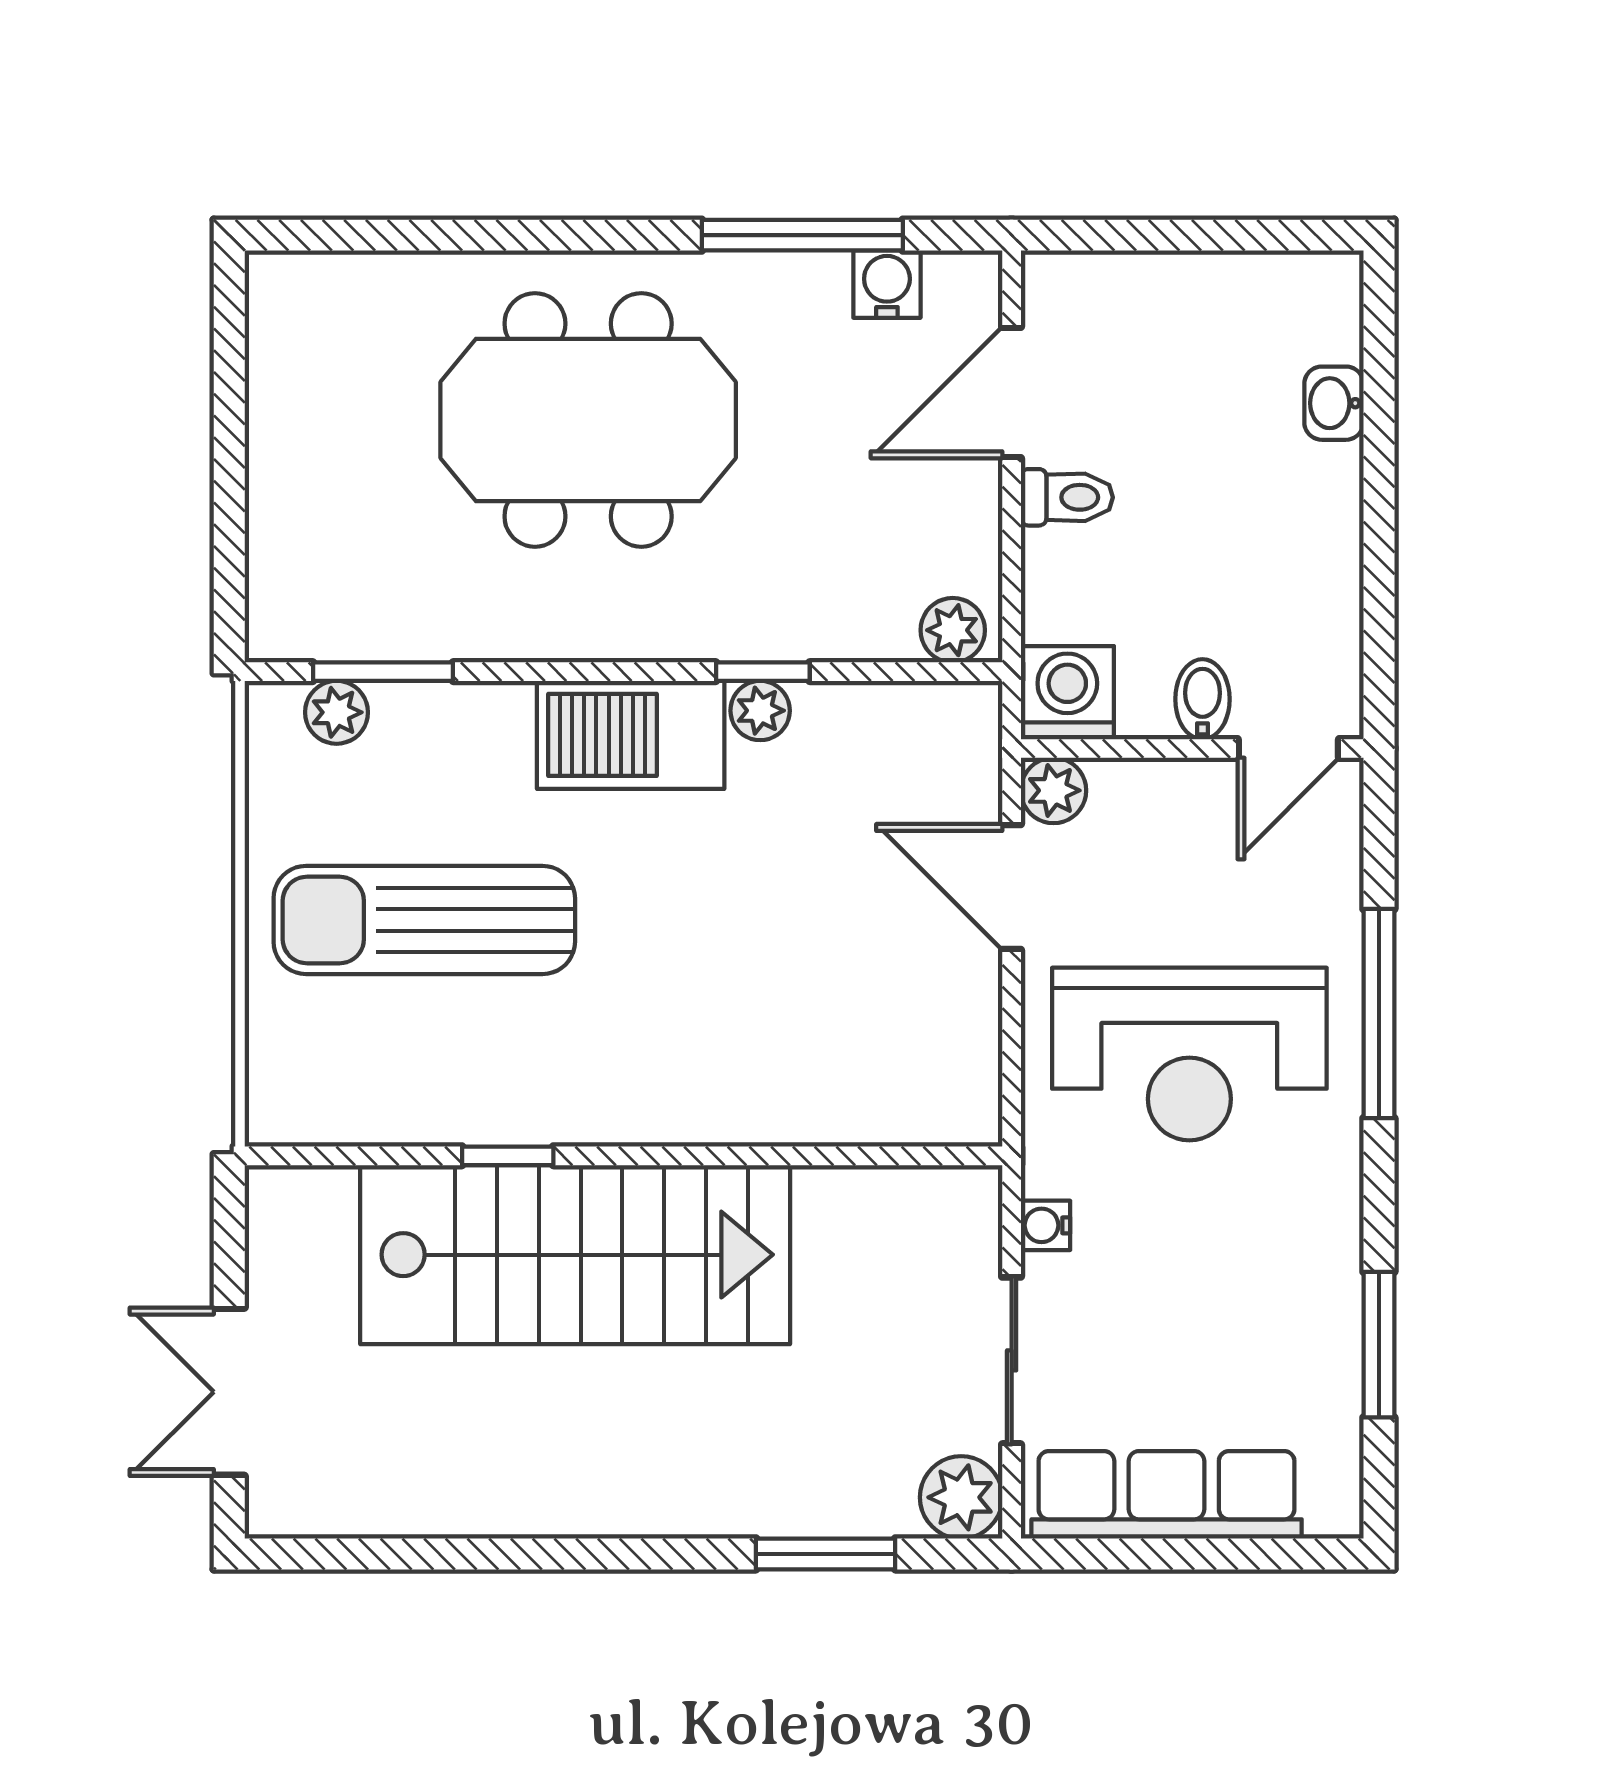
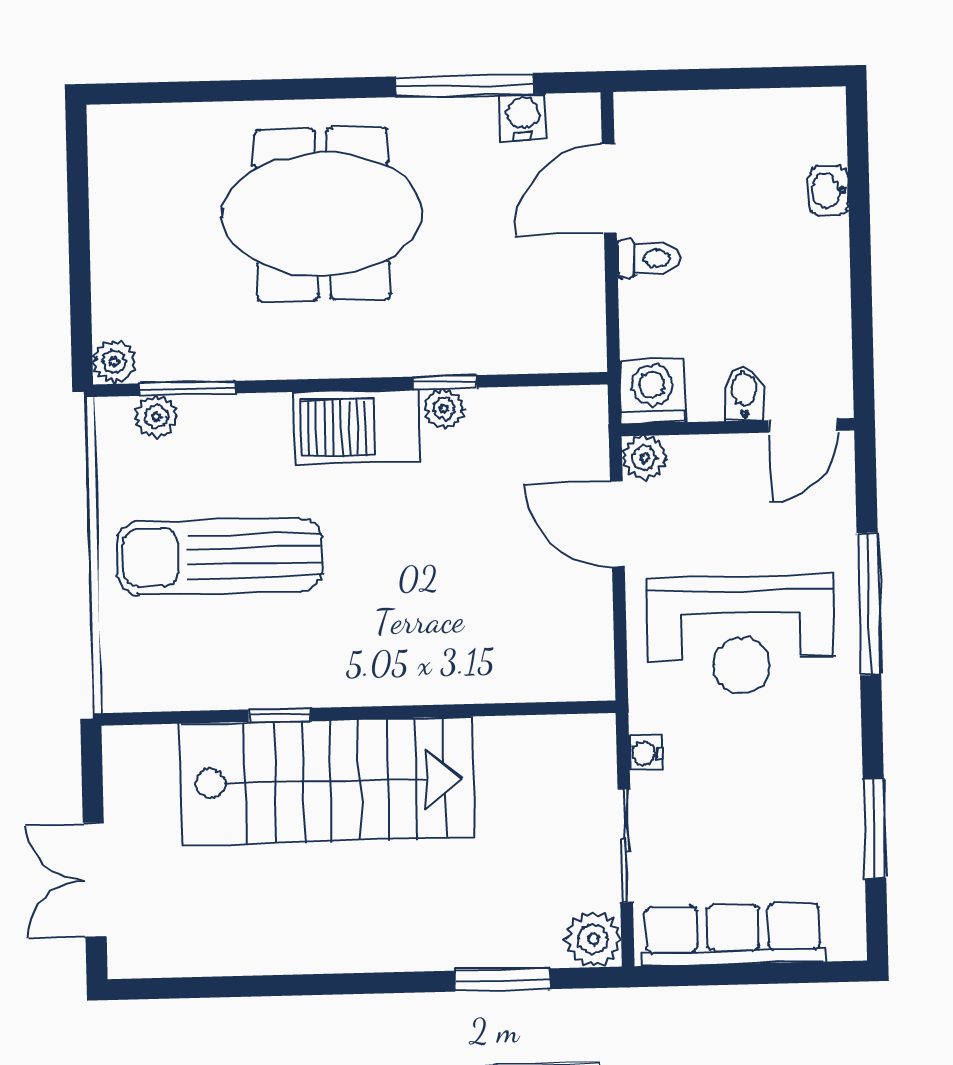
plant: (953, 630) -> (114, 362), moved

